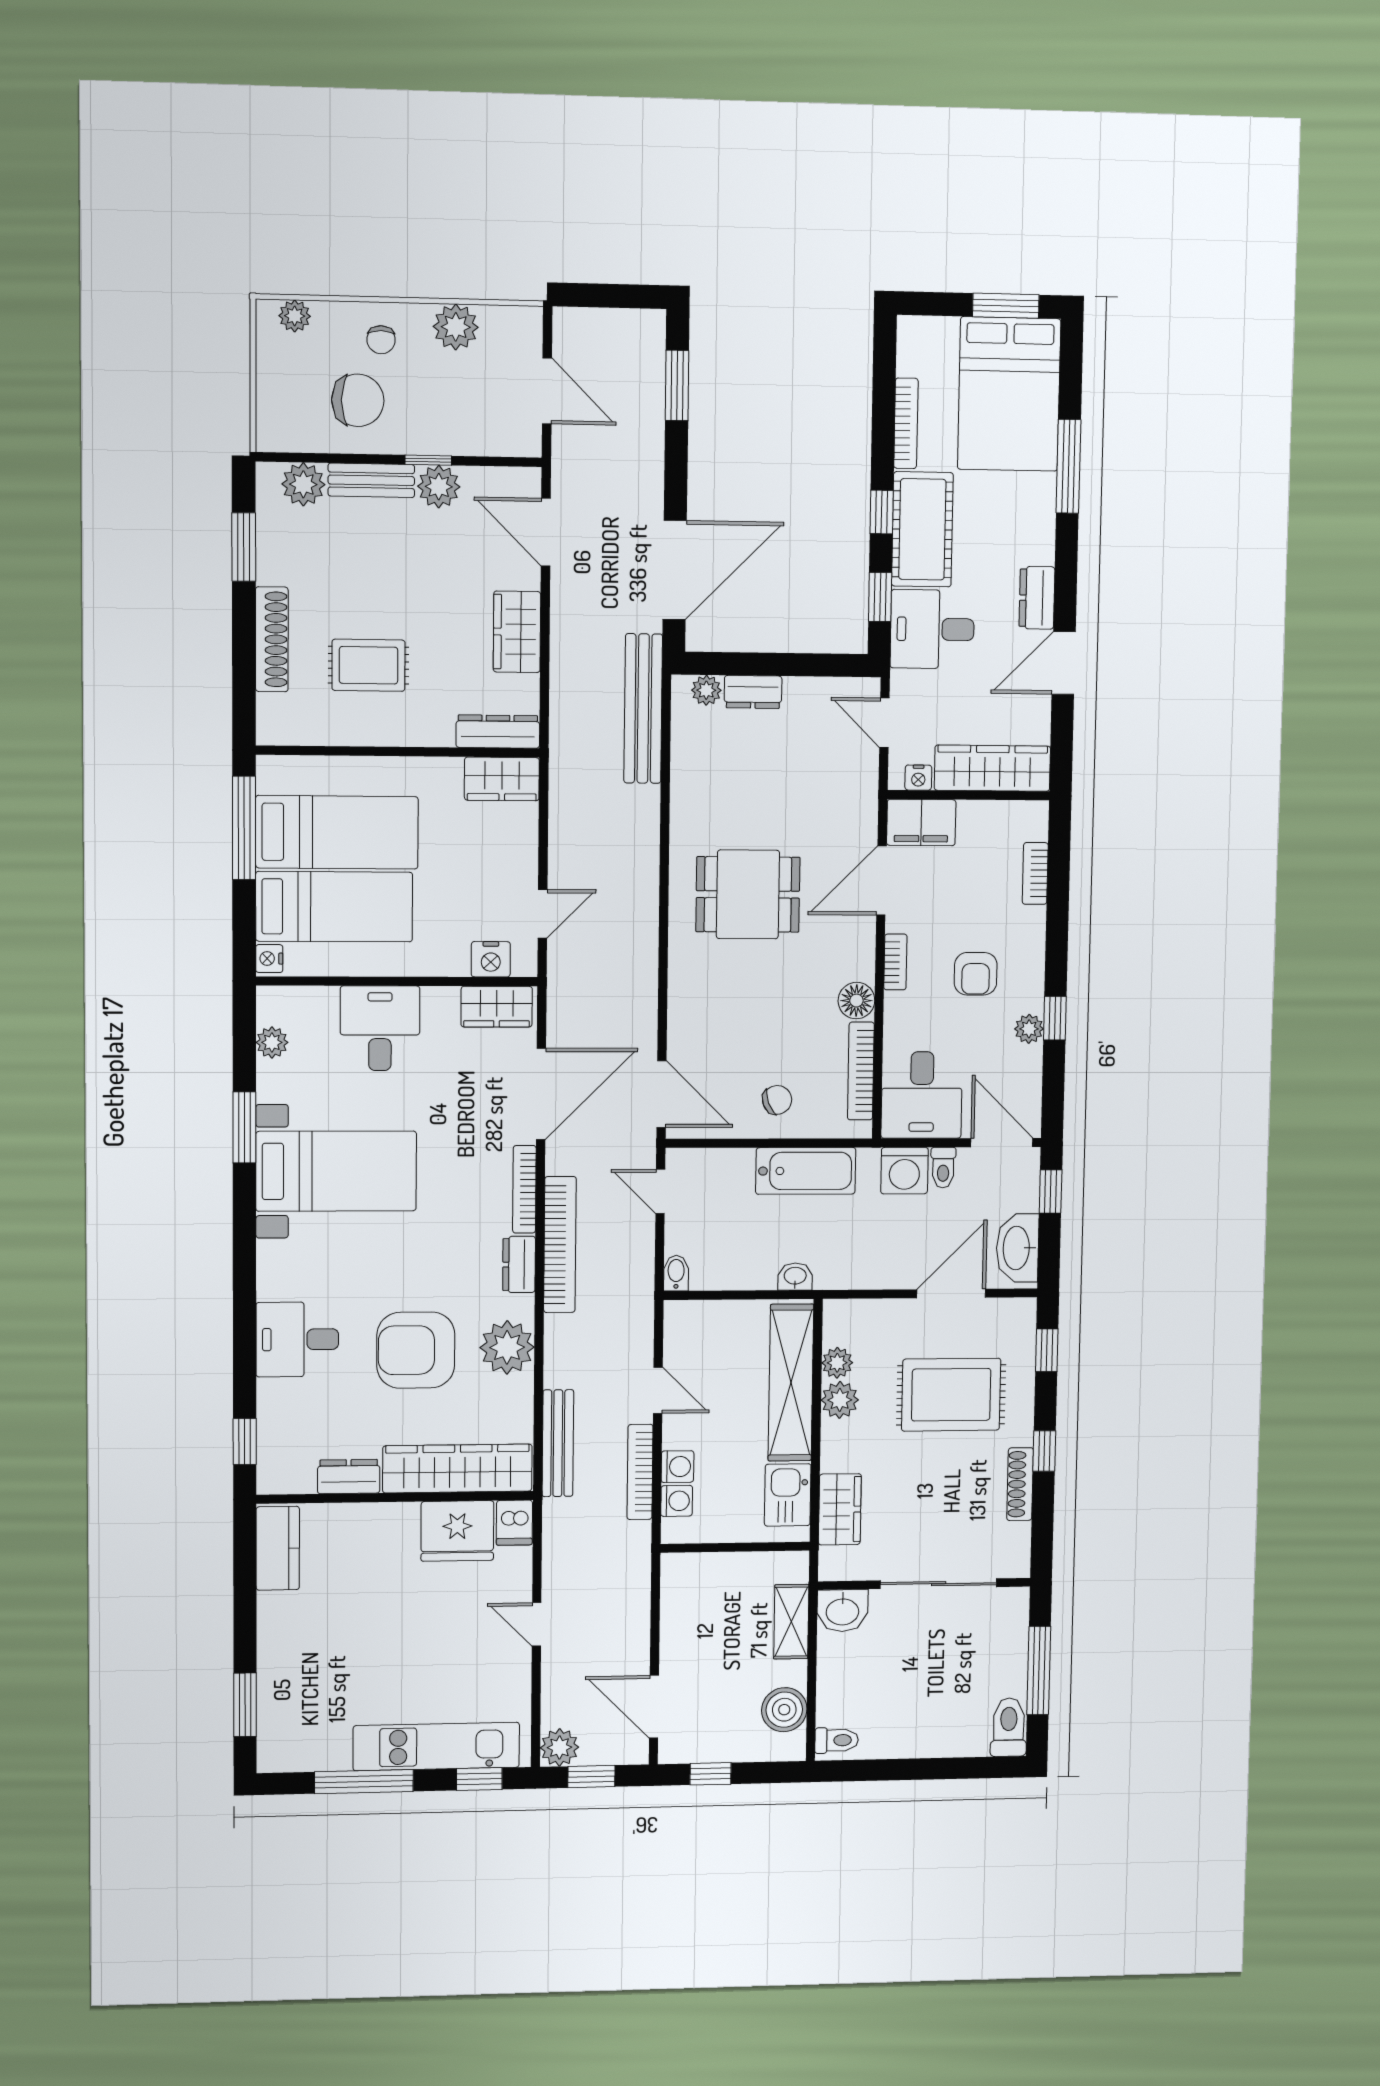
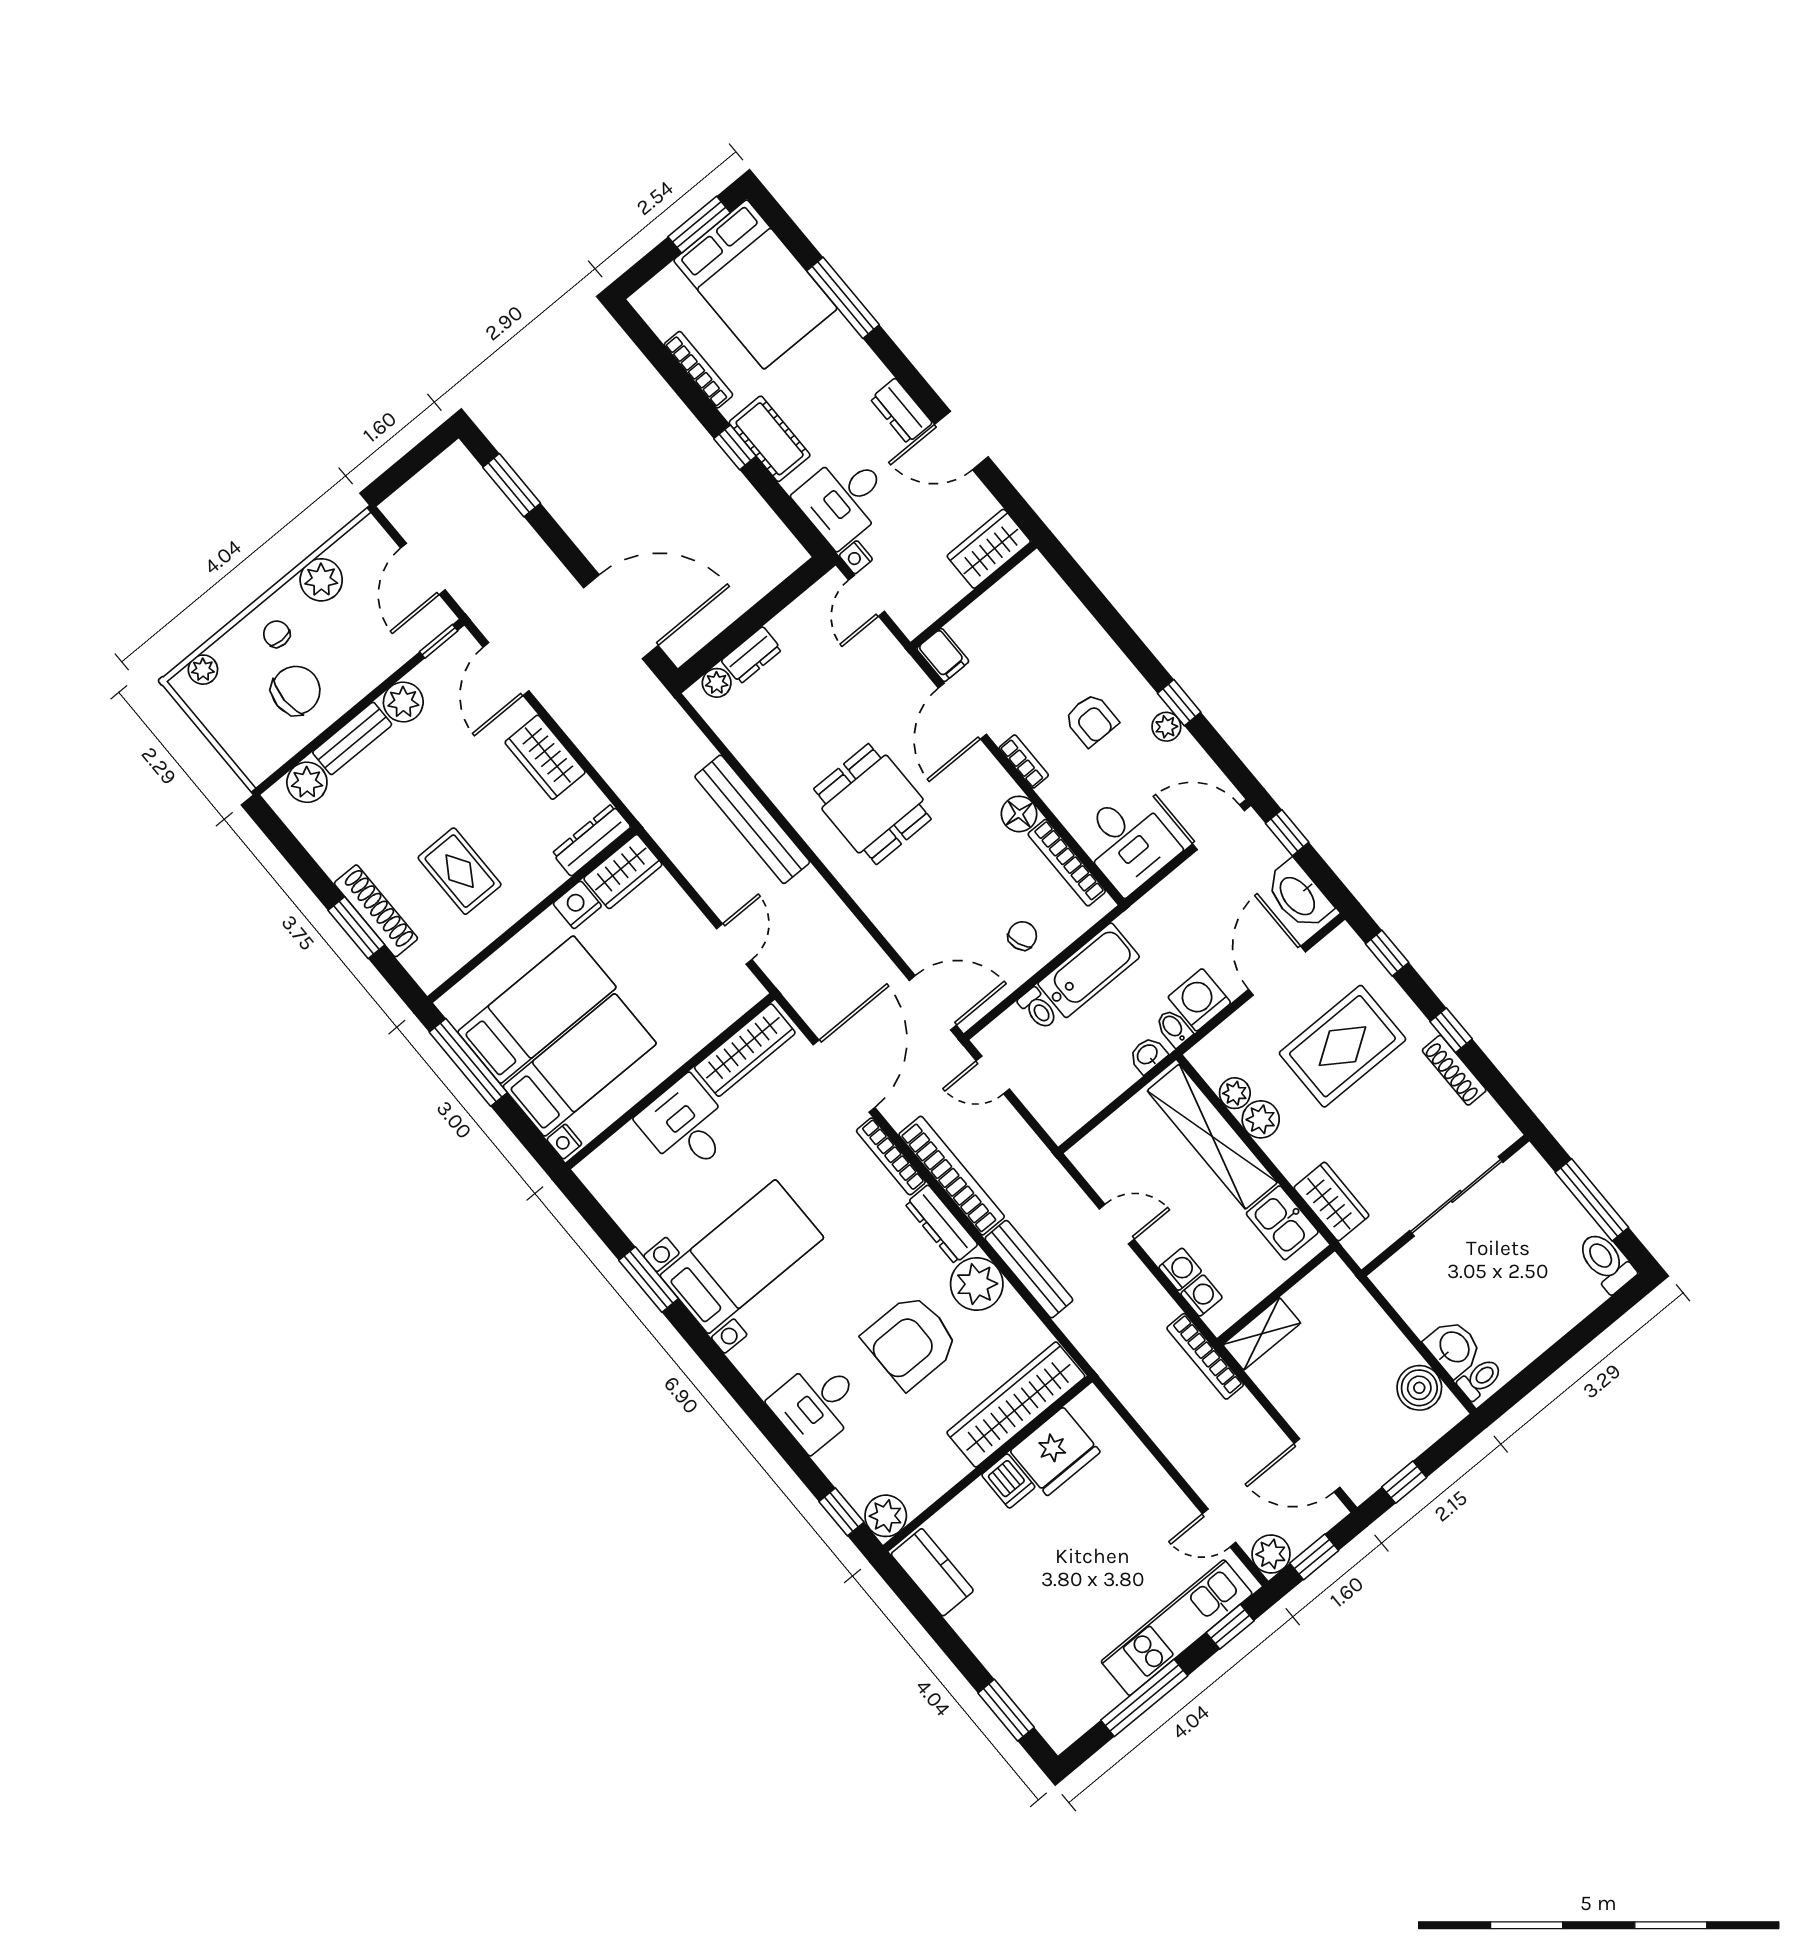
chair: (381, 340) -> (277, 634), turned 180
door: (547, 391) -> (423, 569), swing flipped
window: (428, 460) -> (439, 641), moved
cot: (922, 529) -> (770, 439), width x0.73, depth x0.75
door: (546, 532) -> (506, 669), hinge flipped
window: (244, 547) -> (356, 928), moved
door: (675, 570) -> (621, 617), hinge flipped
window: (880, 597) -> (786, 509), removed
door: (1064, 663) -> (961, 440), hinge flipped
rug: (368, 665) -> (460, 871), turned 90
bench: (643, 709) -> (752, 819), moved
door: (884, 723) -> (866, 596), hinge flipped
wardrobe: (992, 768) -> (989, 549), width x0.67
nightstand: (918, 778) -> (856, 557), moved, turned 90
filing cabinet: (921, 822) -> (943, 655), width x0.50
bookcase: (1035, 873) -> (1072, 610), removed
dining table: (748, 894) -> (872, 804), turned 90
nightstand: (491, 959) -> (577, 905), moved, turned 180
wardrobe: (497, 1007) -> (745, 1050), width x1.50
plant: (272, 1042) -> (886, 1516), moved, width x1.38, depth x1.38
toilet: (943, 1168) -> (1038, 1009), moved
washing machine: (904, 1171) -> (1199, 1000), moved, turned 180
dresser: (519, 1264) -> (941, 1224), width x1.44
bidet: (676, 1273) -> (1174, 1028), moved
bench: (558, 1443) -> (1029, 1269), moved
bookcase: (640, 1472) -> (1205, 1356), moved
dresser: (349, 1477) -> (940, 1476), removed
dishwasher: (514, 1523) -> (1008, 1481), moved
washbasin: (842, 1611) -> (1454, 1348), moved, turned -90
shelving: (791, 1622) -> (1262, 1334), moved, turned 90
door: (537, 1624) -> (1219, 1528), moved

